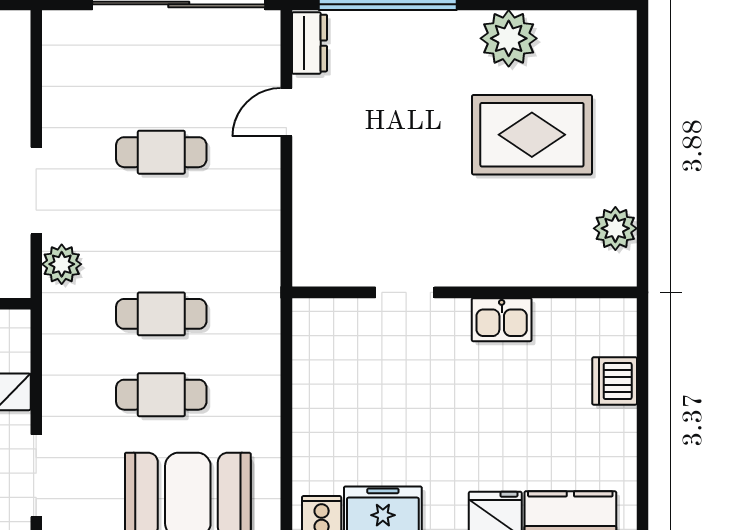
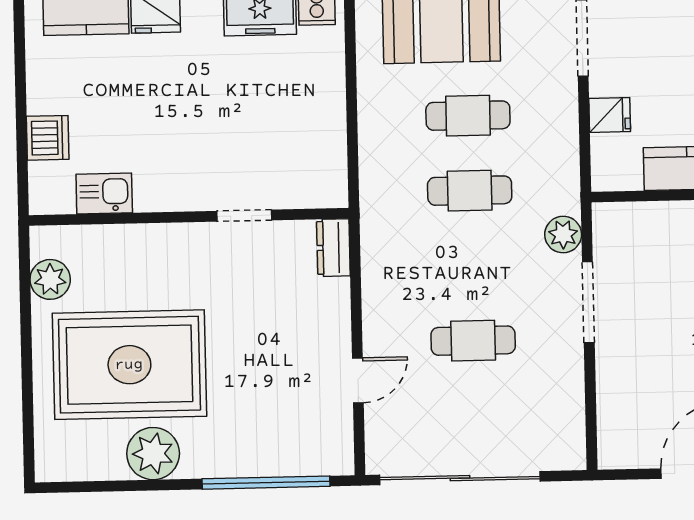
dresser: (309, 43) -> (333, 248), moved
rug: (532, 135) -> (129, 365), width x1.37, depth x1.44
kitchen sink: (502, 320) -> (104, 193), moved

